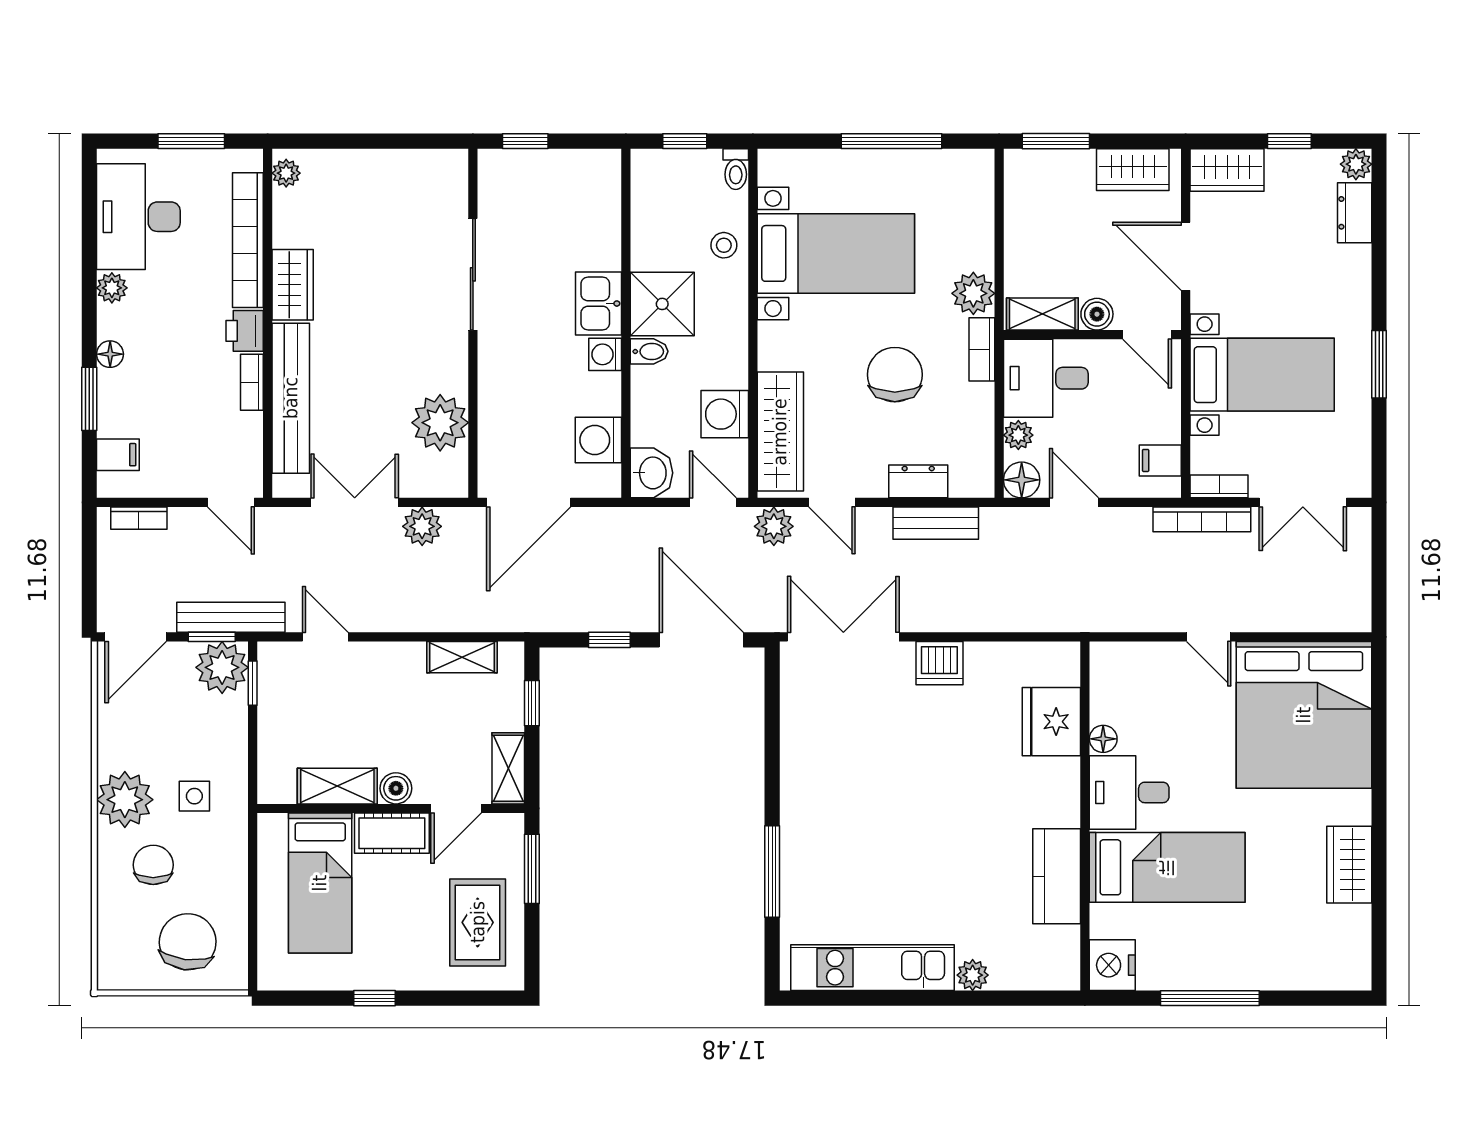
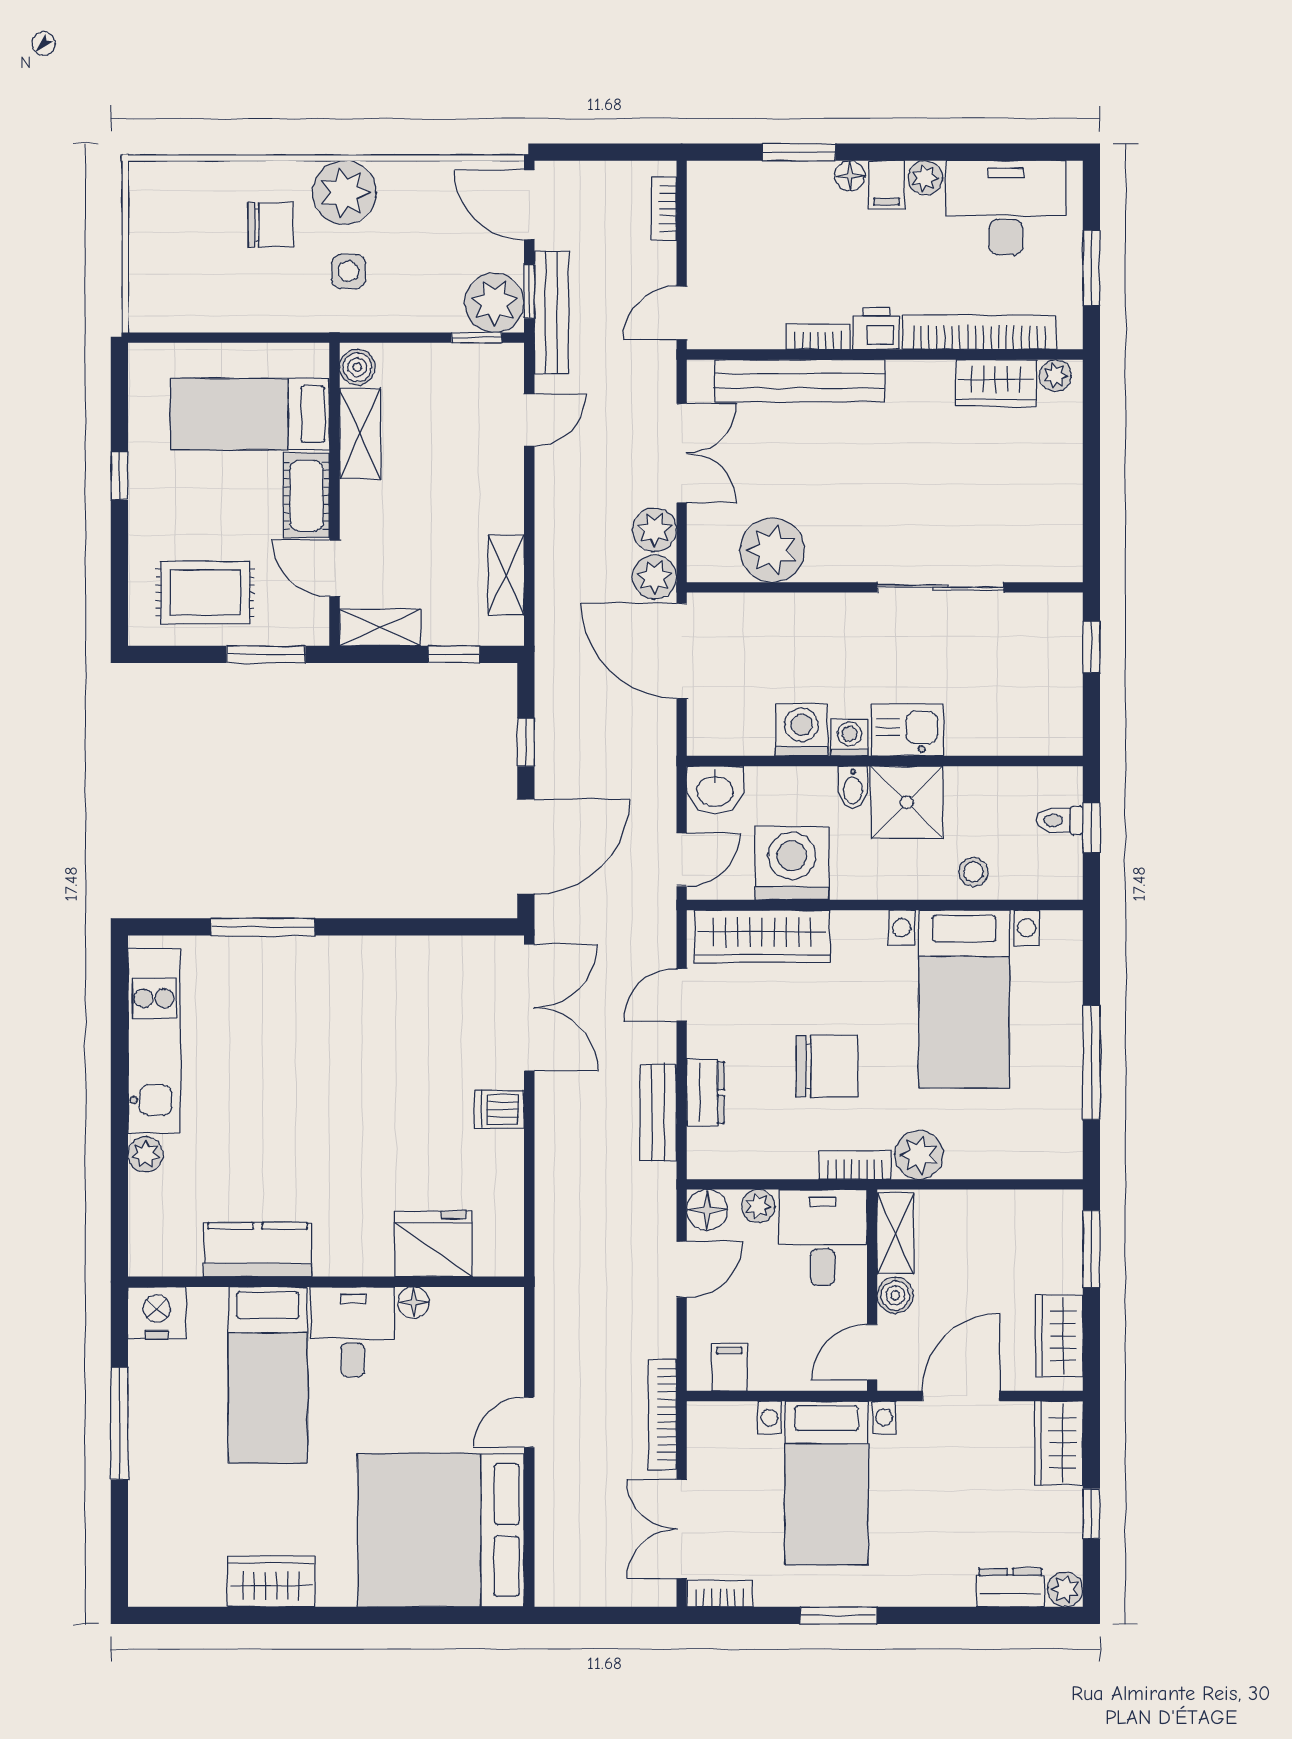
toilet: (736, 169) -> (1060, 820), moved
wardrobe: (293, 285) -> (996, 383), moved
washing machine: (725, 414) -> (792, 863), width x1.37, depth x1.37
washing machine: (598, 440) -> (802, 730), moved
filing cabinet: (118, 455) -> (886, 185), moved
bookcase: (1219, 486) -> (719, 1594), moved, turned -90
plant: (774, 526) -> (655, 577), moved
dishwasher: (939, 663) -> (499, 1109), width x0.73
boiler: (396, 788) -> (357, 367), moved
chair: (188, 942) -> (183, 264), removed

